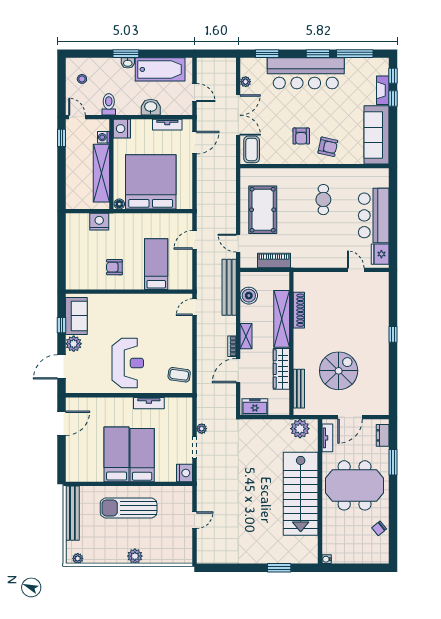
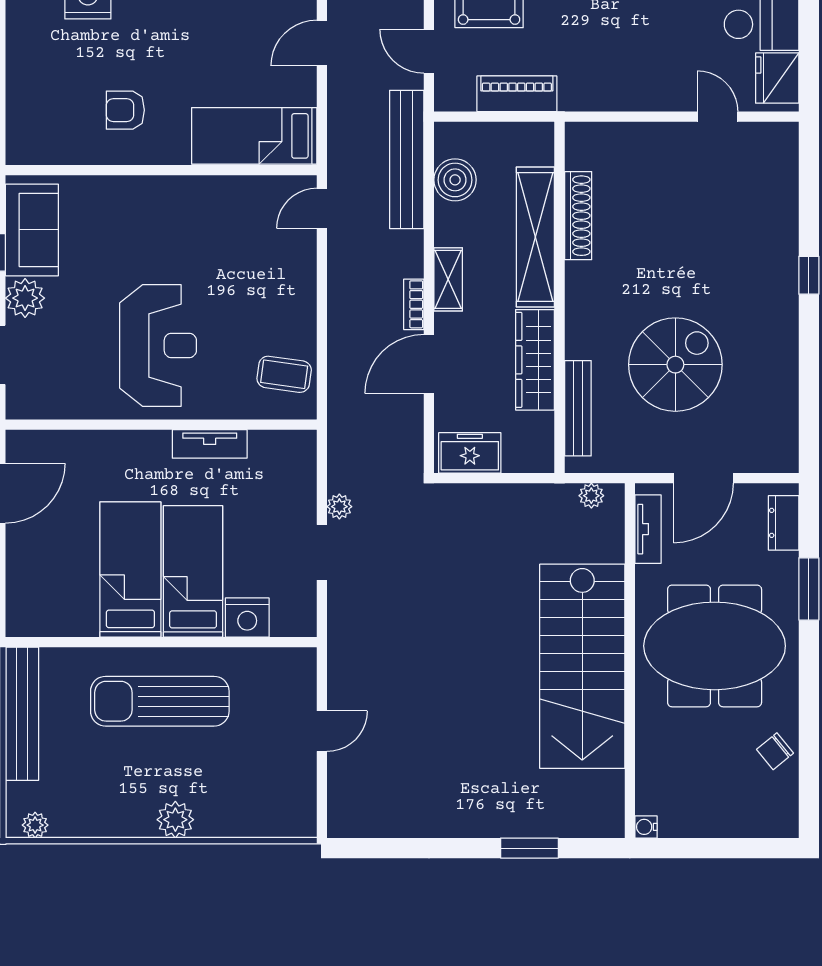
bed: (156, 264) -> (254, 136), moved, turned -90
plant: (300, 429) -> (591, 496), width x0.53, depth x0.53
nightstand: (185, 473) -> (247, 618), moved, turned 90

